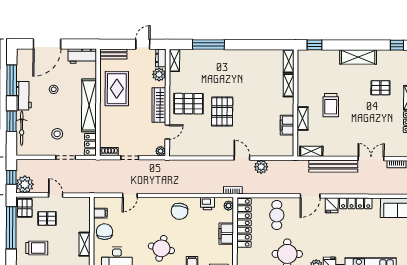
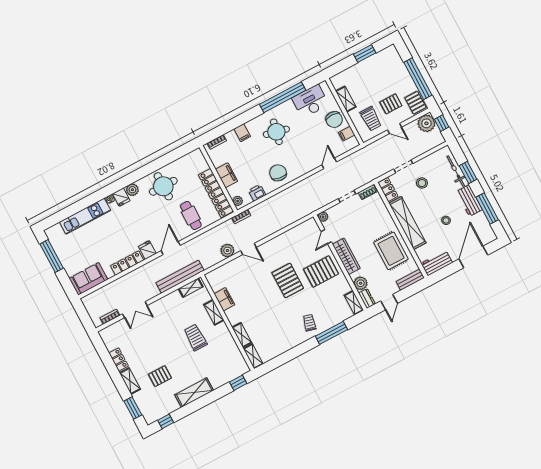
trolley: (223, 64) -> (309, 323), added
bench: (333, 166) -> (180, 277), moved
trolley: (37, 248) -> (371, 119), moved, turned -90

